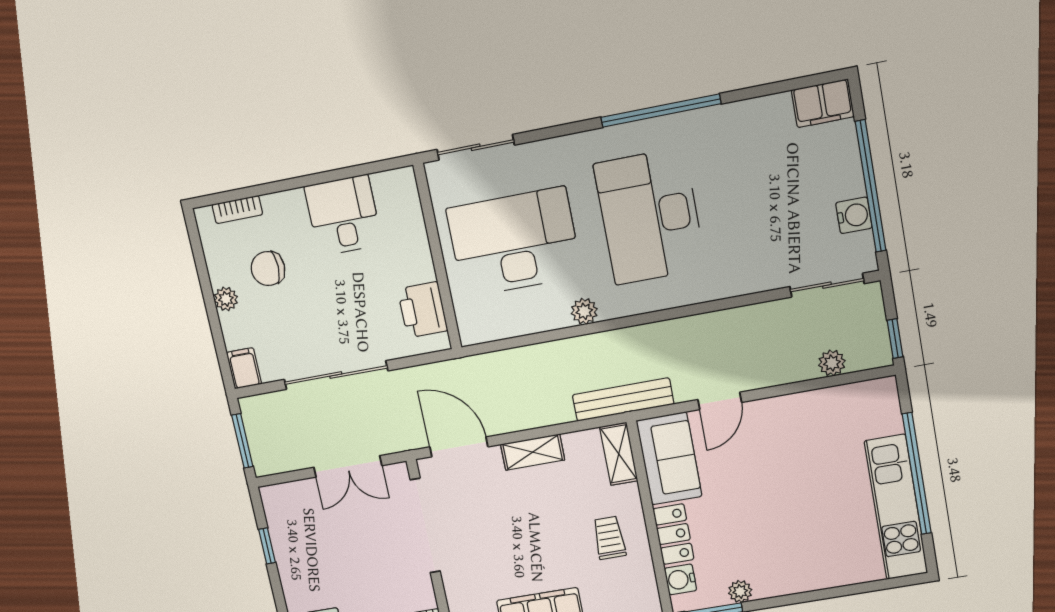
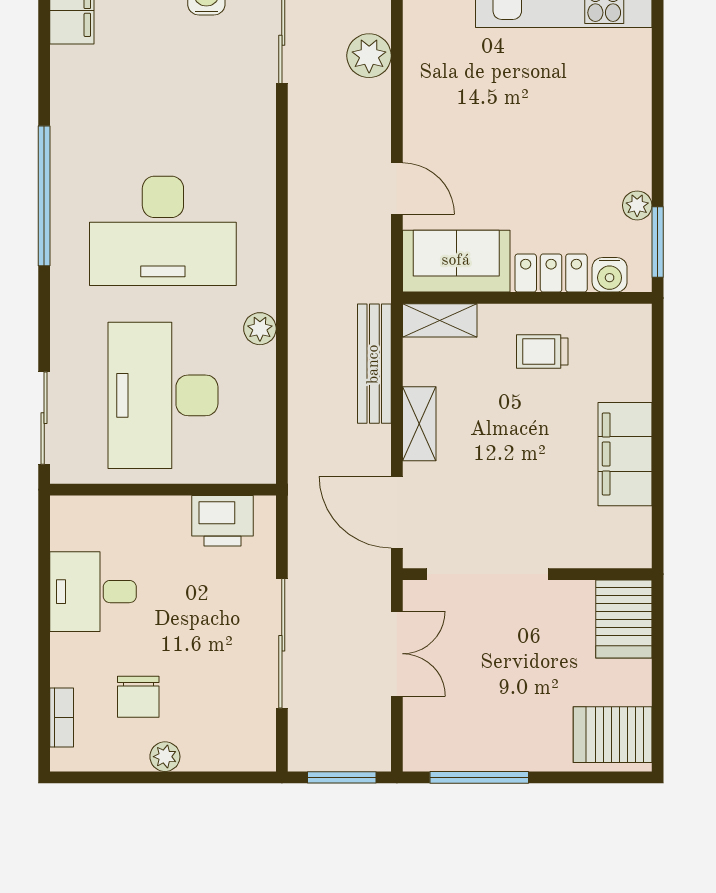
plant: (832, 363) -> (369, 56), width x1.38, depth x1.38
filing cabinet: (244, 368) -> (253, 754), removed
bench: (623, 399) -> (374, 364), moved
door: (459, 447) -> (397, 512), hinge flipped
window: (267, 546) -> (479, 777), width x2.17

